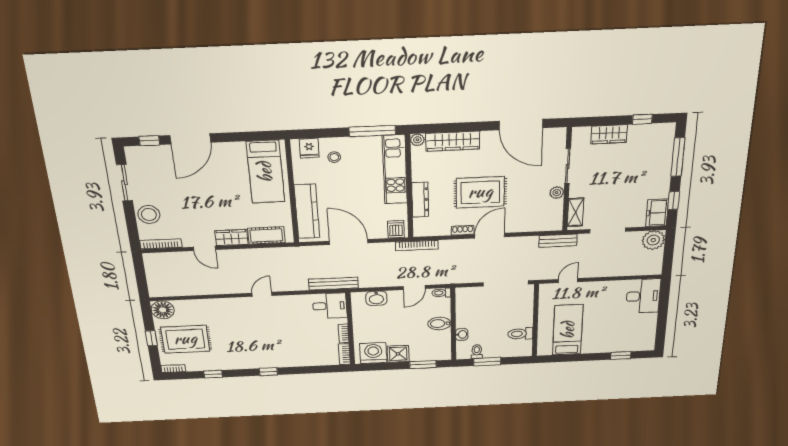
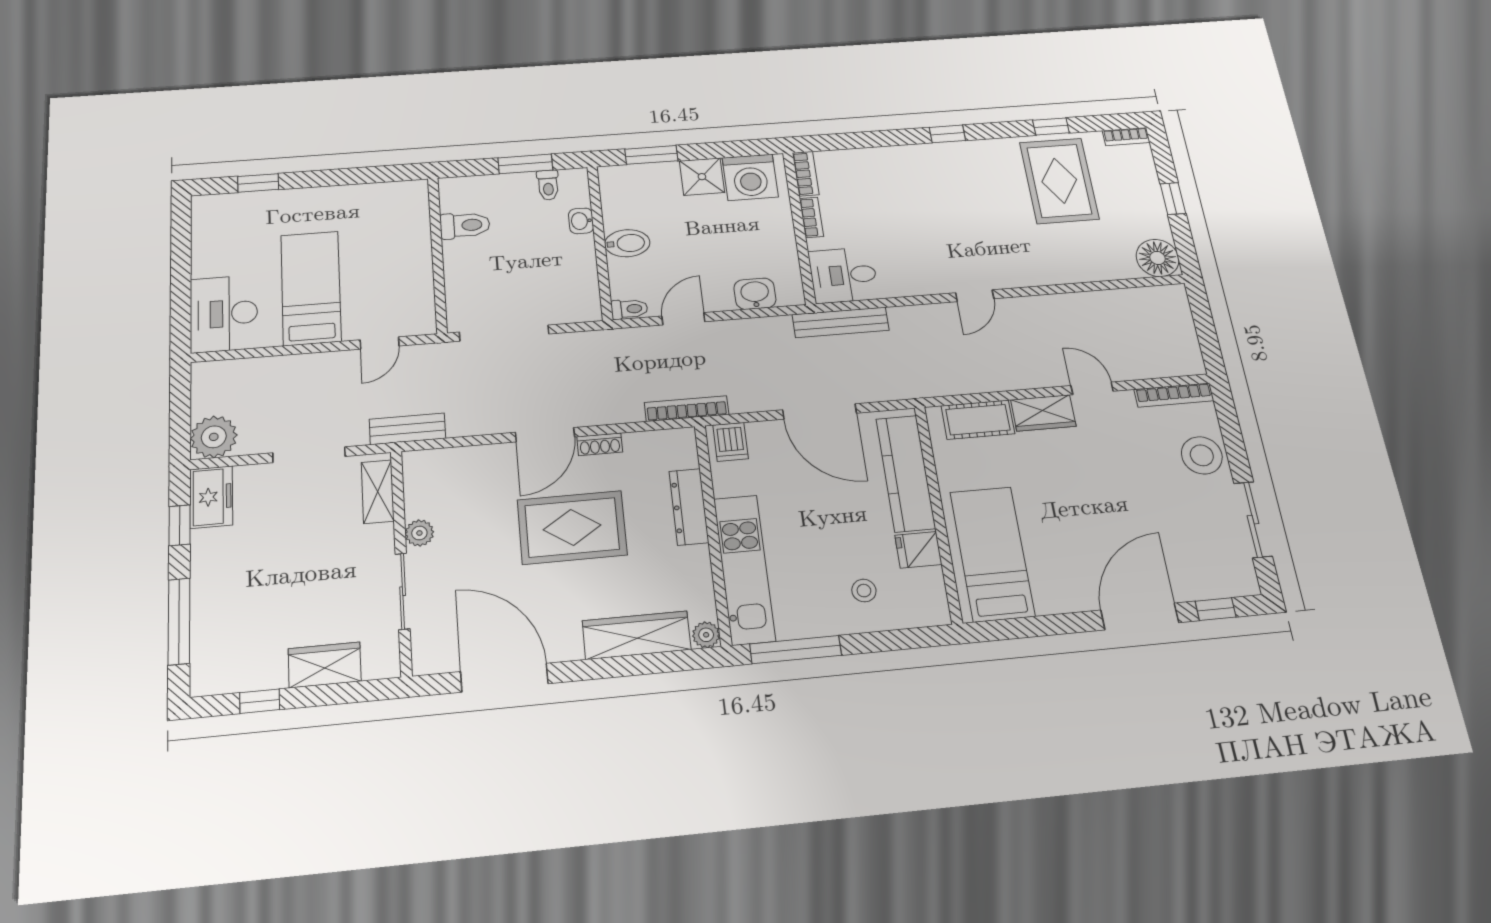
fridge: (309, 148) -> (918, 550), moved, turned -90
bed: (568, 330) -> (311, 288), moved, turned 180
rug: (185, 339) -> (1059, 181), moved, turned 90

